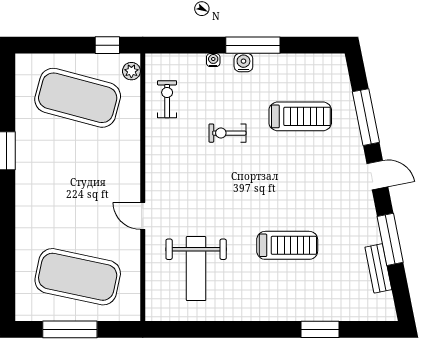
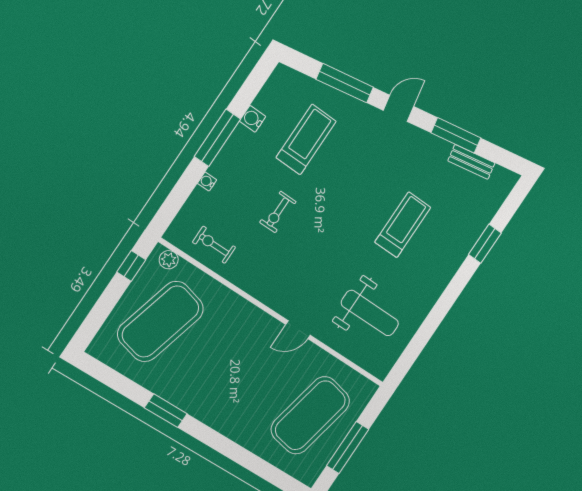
water cooler: (243, 63) -> (253, 119), moved

